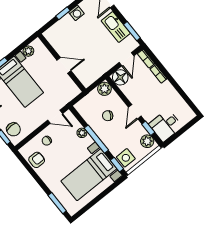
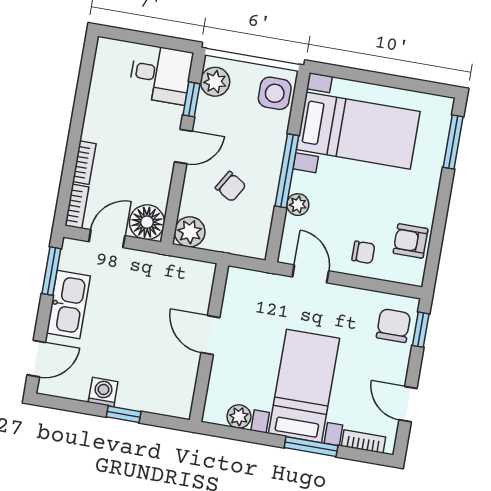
window: (117, 165) -> (299, 98), removed

